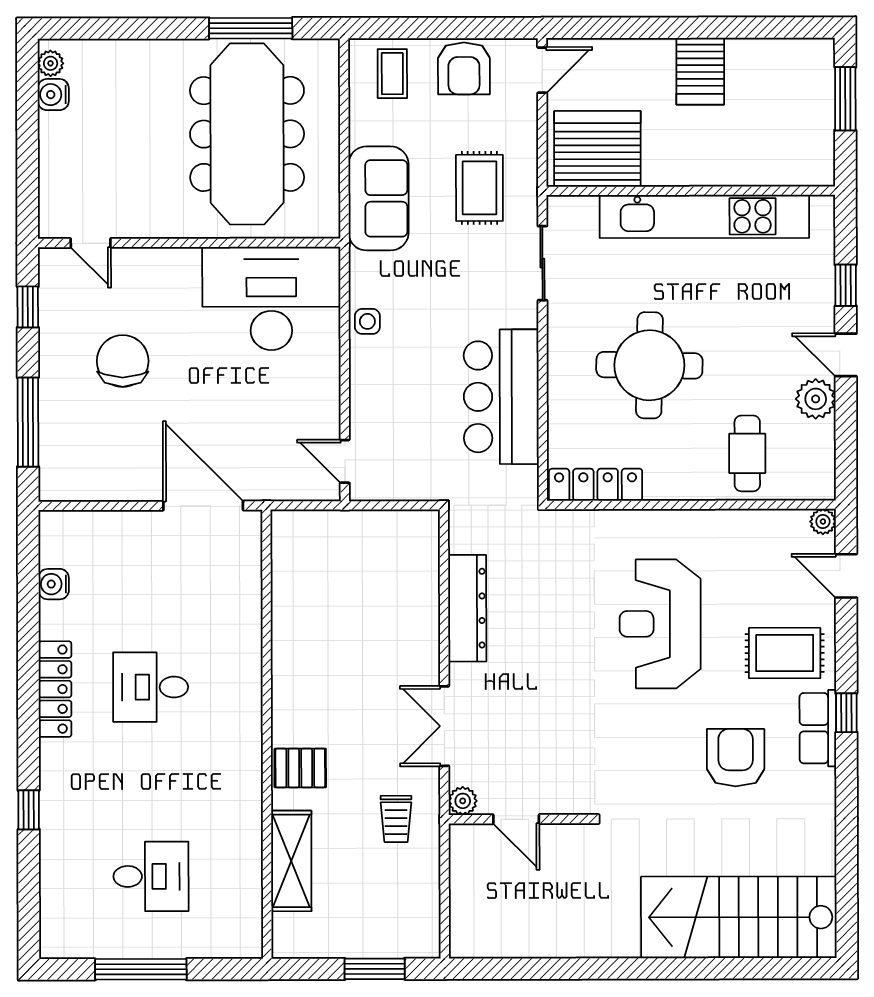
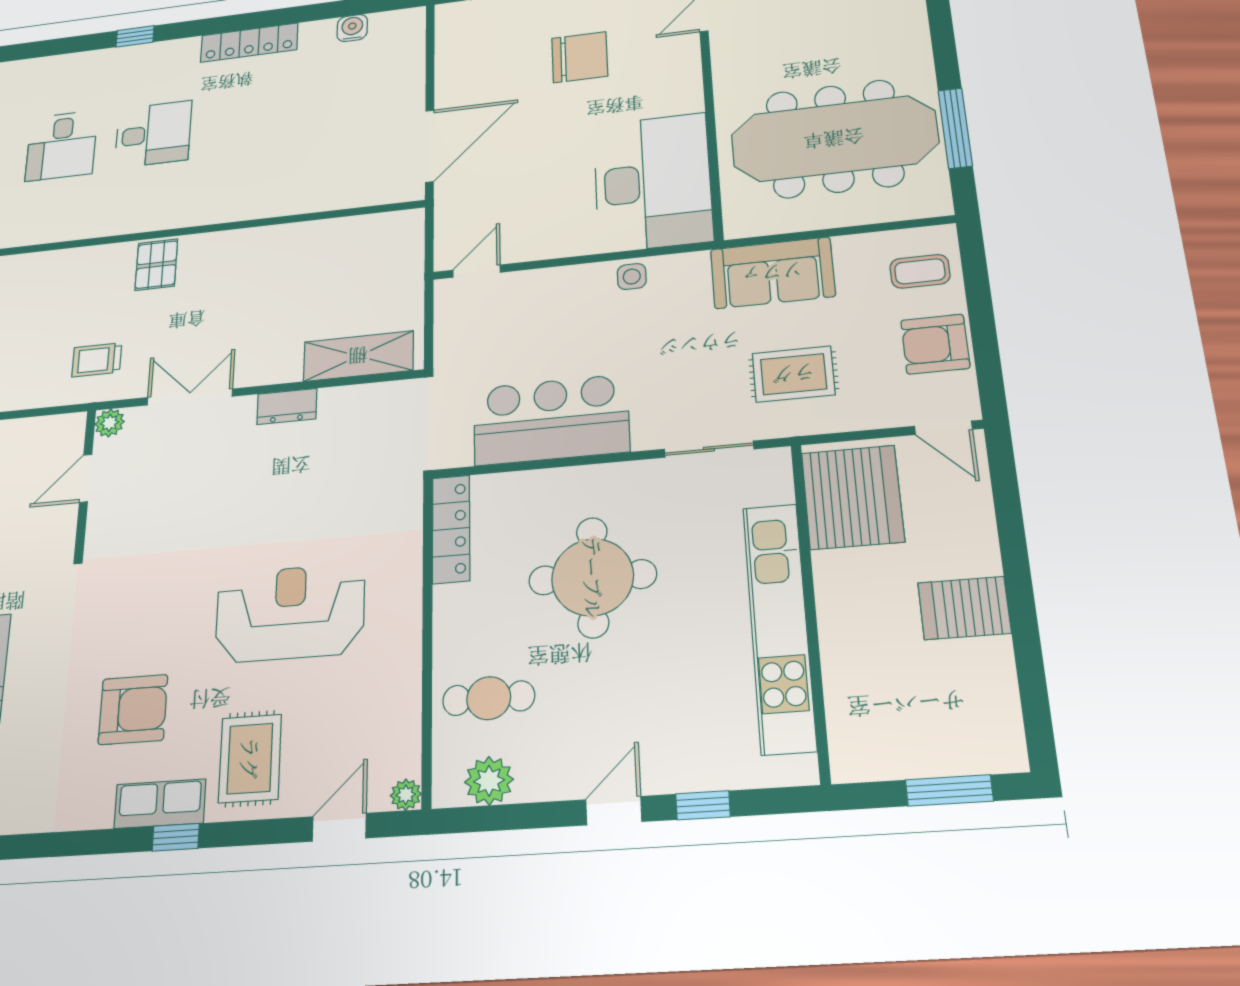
plant: (816, 399) -> (489, 781), moved
dresser: (467, 608) -> (287, 406), width x0.51, depth x0.80
desk: (151, 687) -> (153, 134), moved, turned 90
shelving: (291, 861) -> (358, 356), moved

